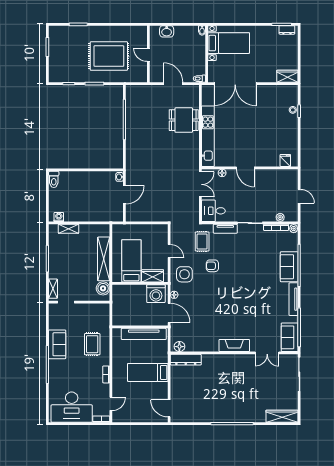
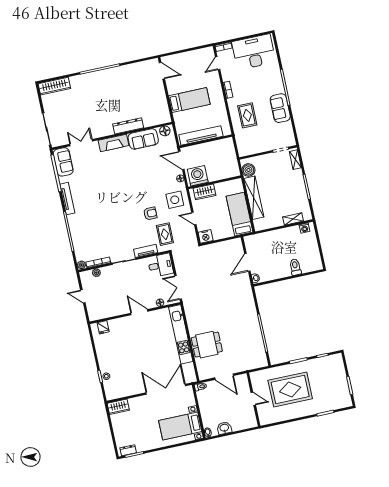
washbasin: (167, 31) -> (224, 428), moved
toilet: (54, 179) -> (295, 267), moved
nightstand: (161, 230) -> (206, 236), added
bed: (131, 261) -> (240, 214), moved, turned 180
sofa: (289, 267) -> (143, 139), moved, turned 90
dresser: (186, 360) -> (128, 126), moved

